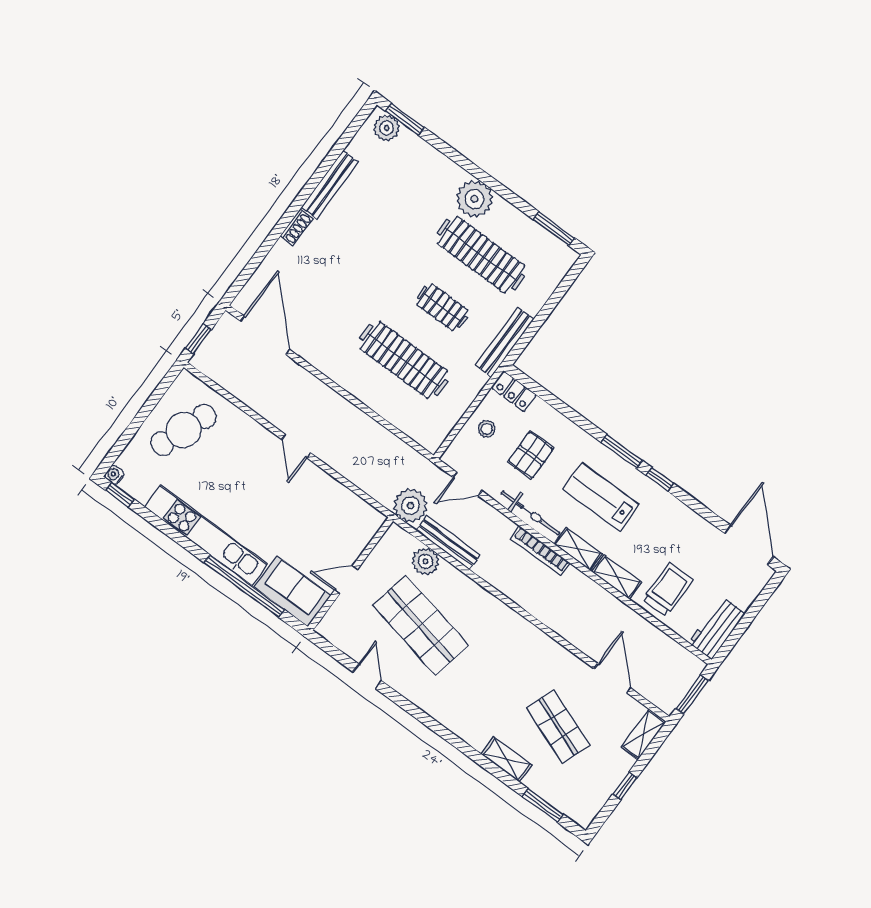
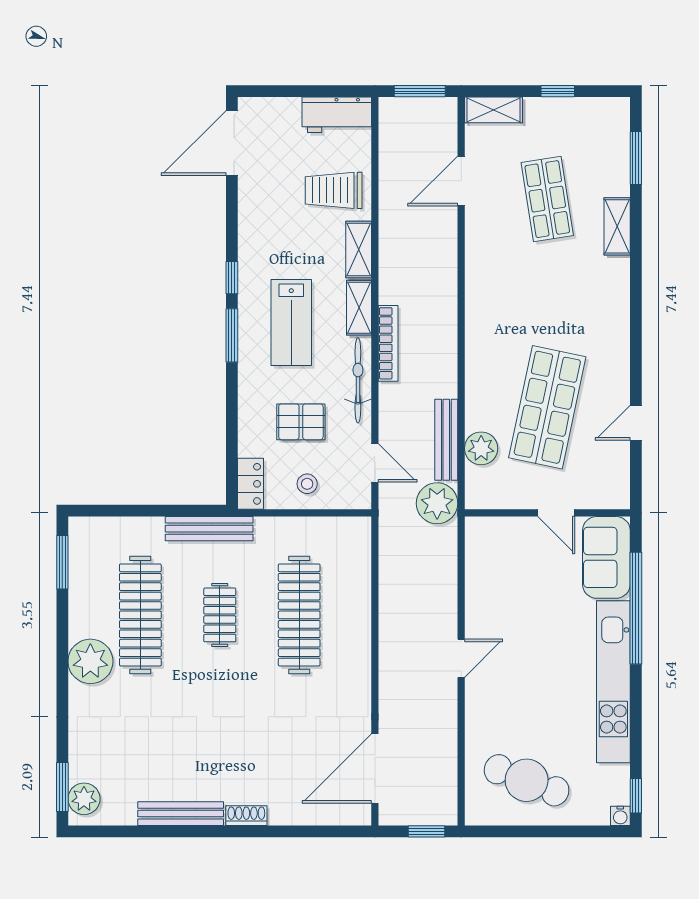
shop shelf: (558, 727) -> (547, 199), turned -30

